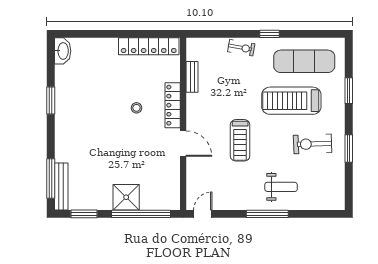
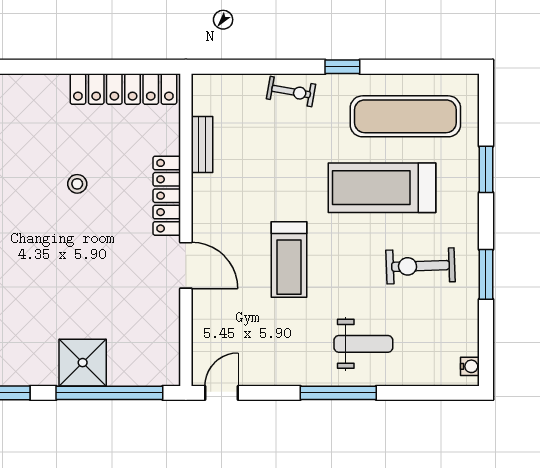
stool: (136, 108) -> (77, 184), moved
water cooler: (340, 199) -> (470, 366), added

